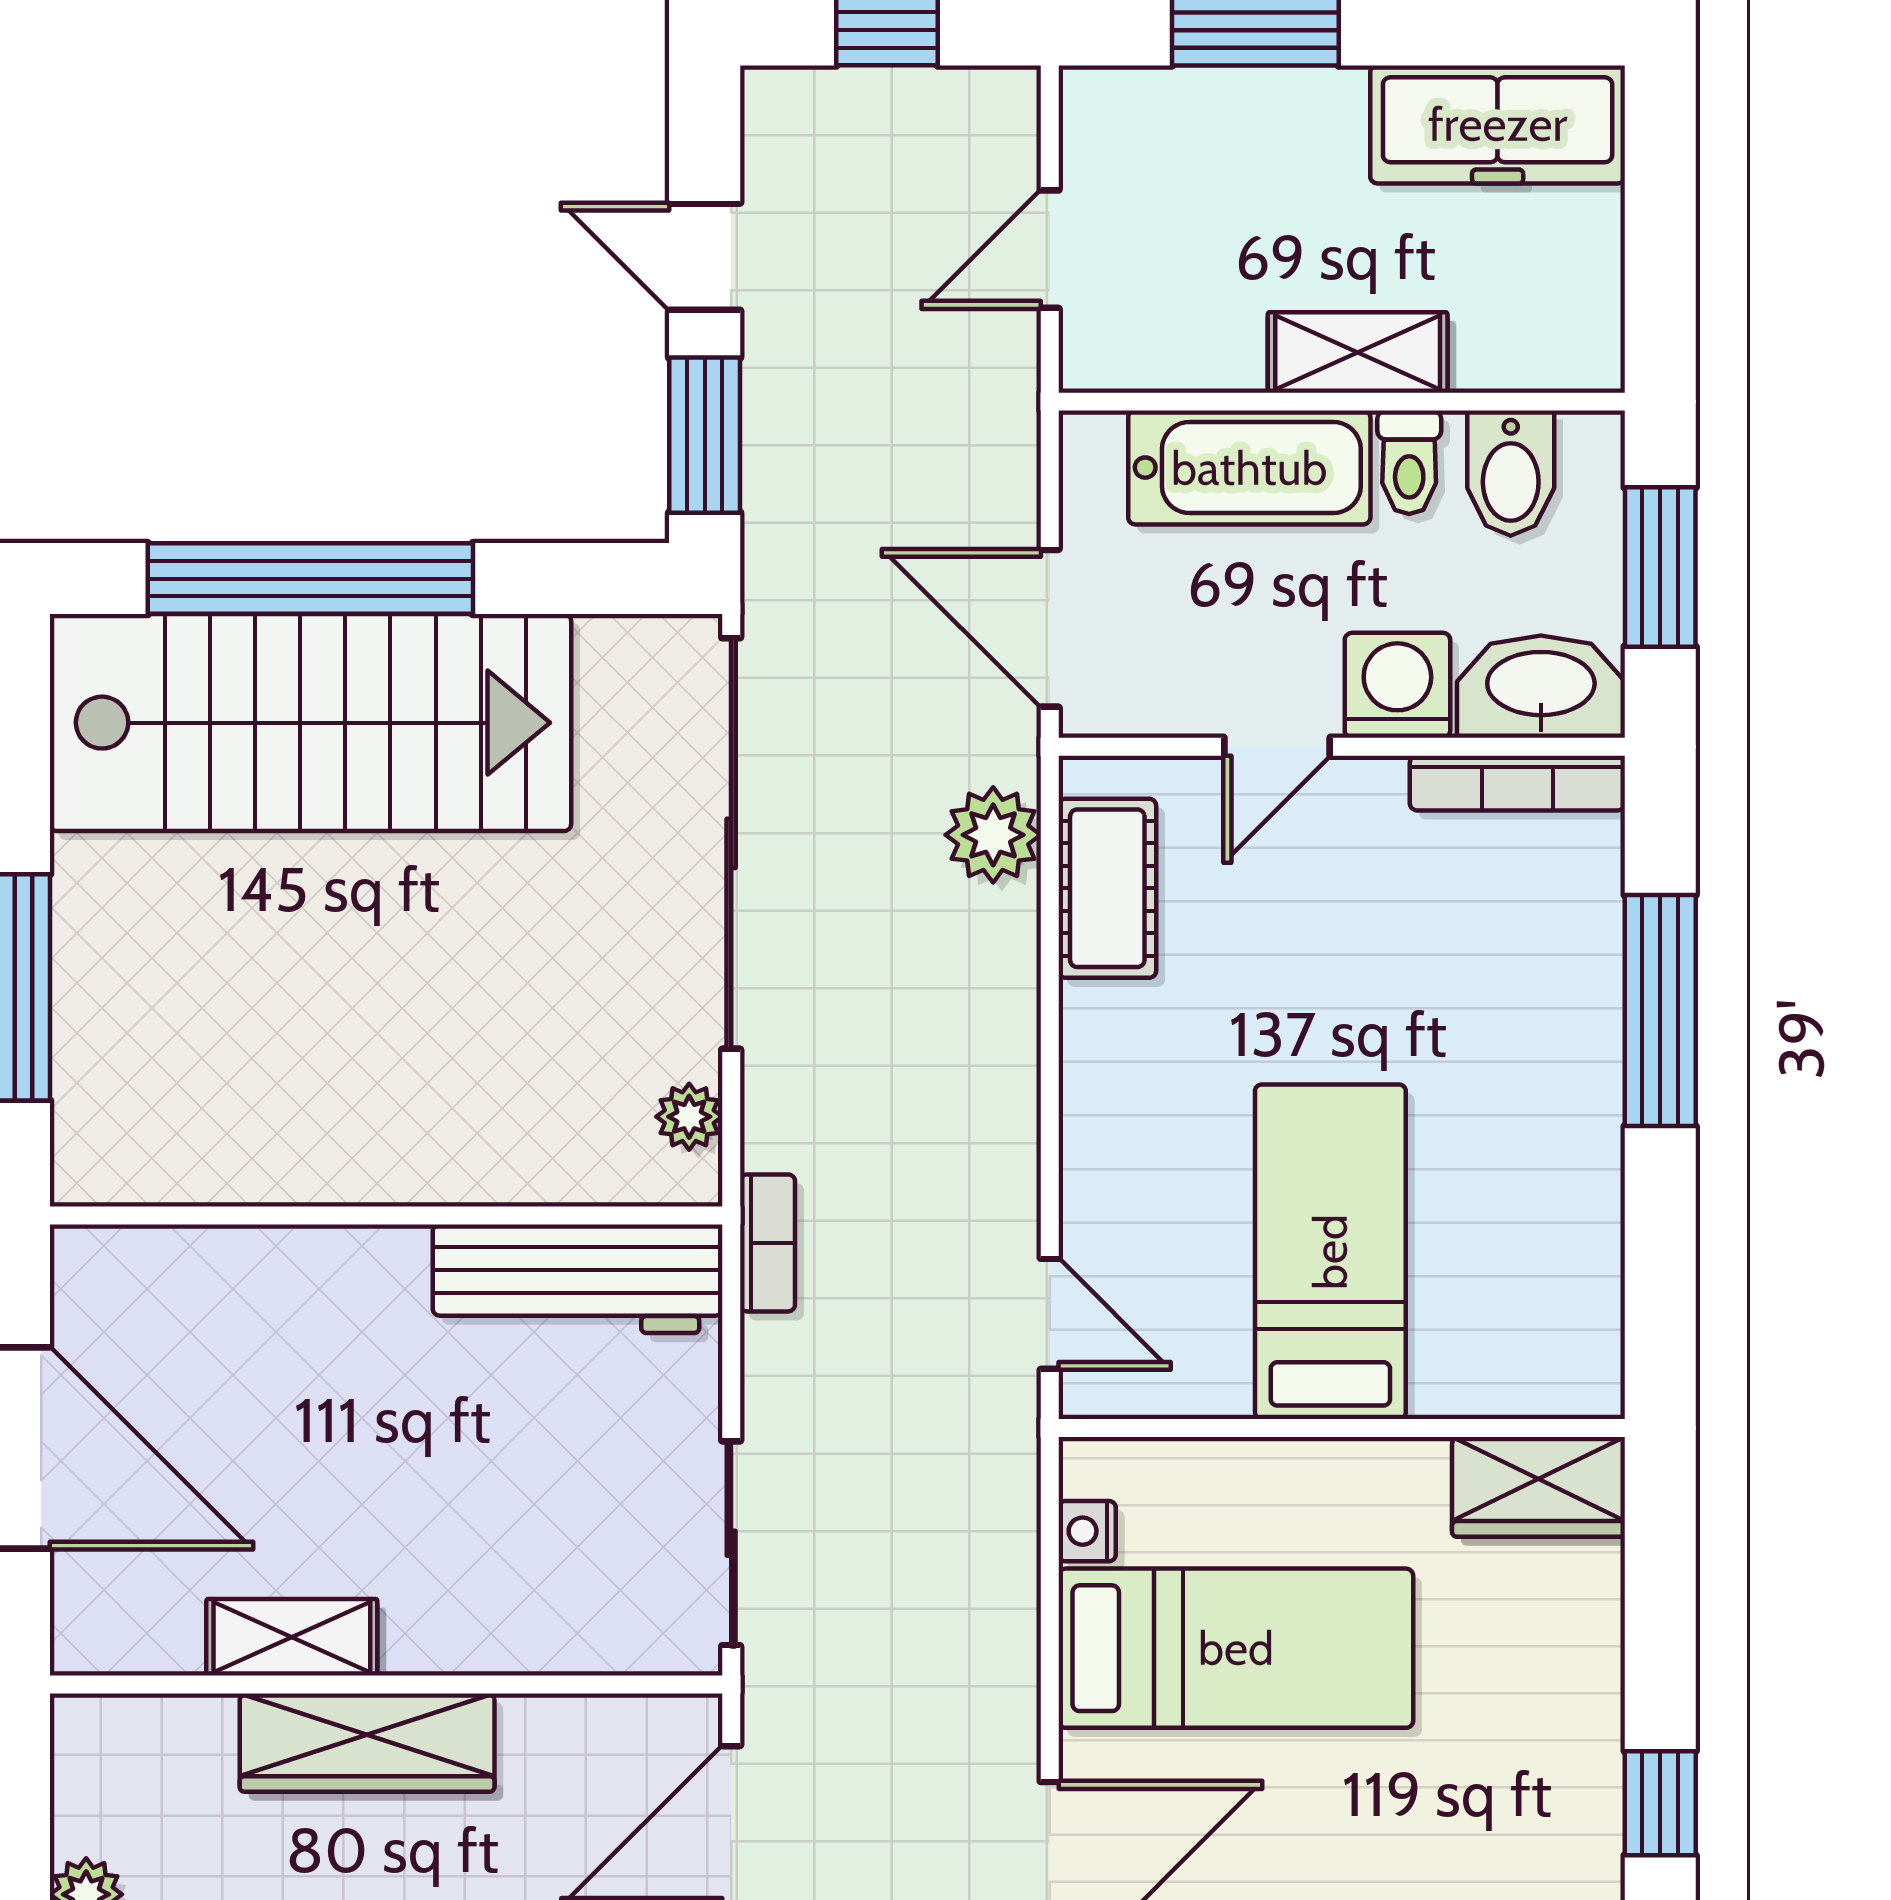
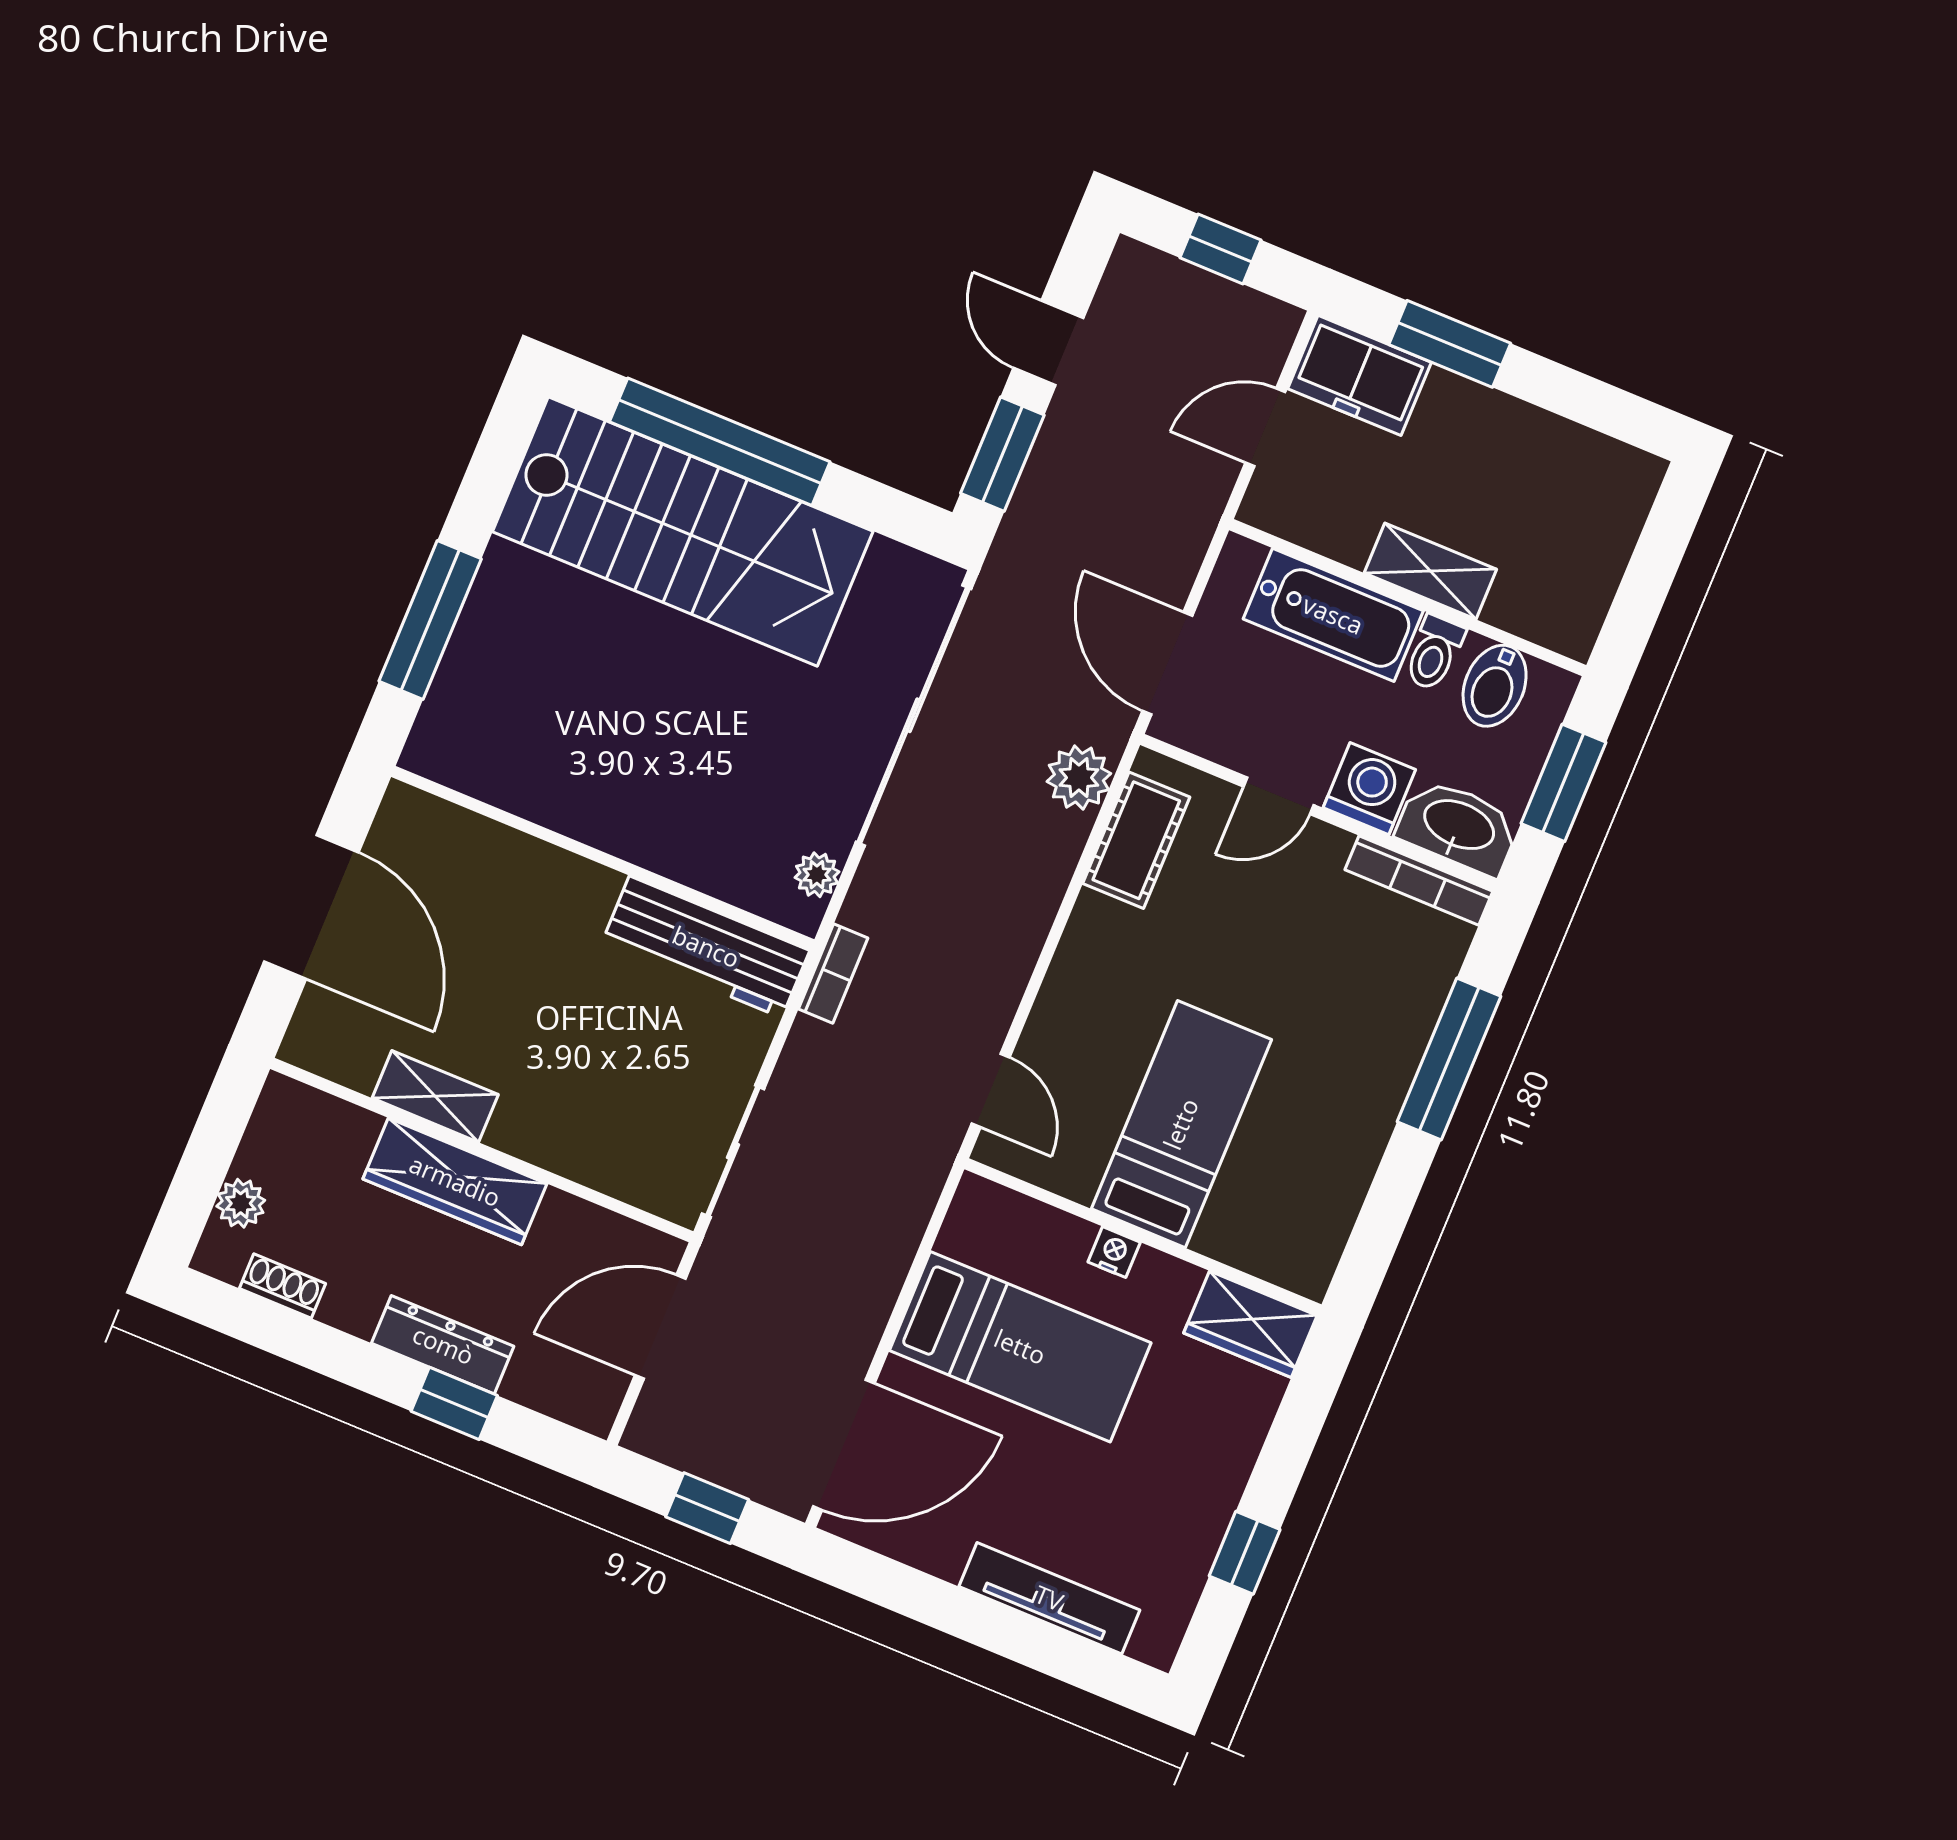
freezer: (1498, 124) -> (1360, 375), moved, width x0.71
nightstand: (1087, 1531) -> (1114, 1252), moved, turned 90

